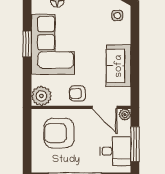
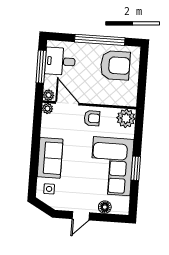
sofa: (119, 66) -> (50, 158), moved
plant: (125, 100) -> (47, 109), added
armchair: (59, 133) -> (115, 65), moved

